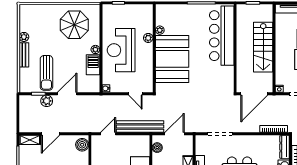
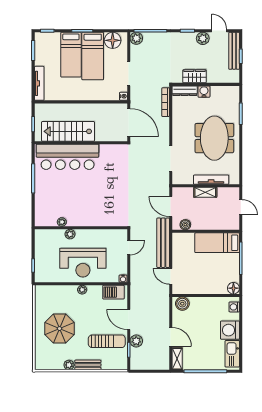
parasol: (74, 25) -> (59, 329), moved
stairs: (263, 47) -> (68, 131), moved, turned 180
booth: (172, 59) -> (92, 209), removed
barbecue: (93, 65) -> (113, 292), moved

